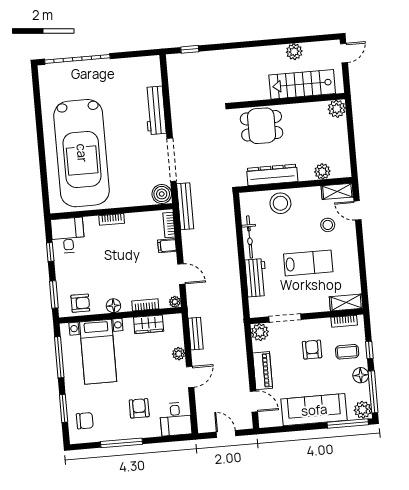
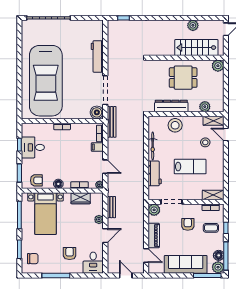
dining table: (262, 126) -> (183, 78), moved
desk: (68, 235) -> (33, 147), moved, turned -90
floor lamp: (361, 375) -> (219, 255), moved

